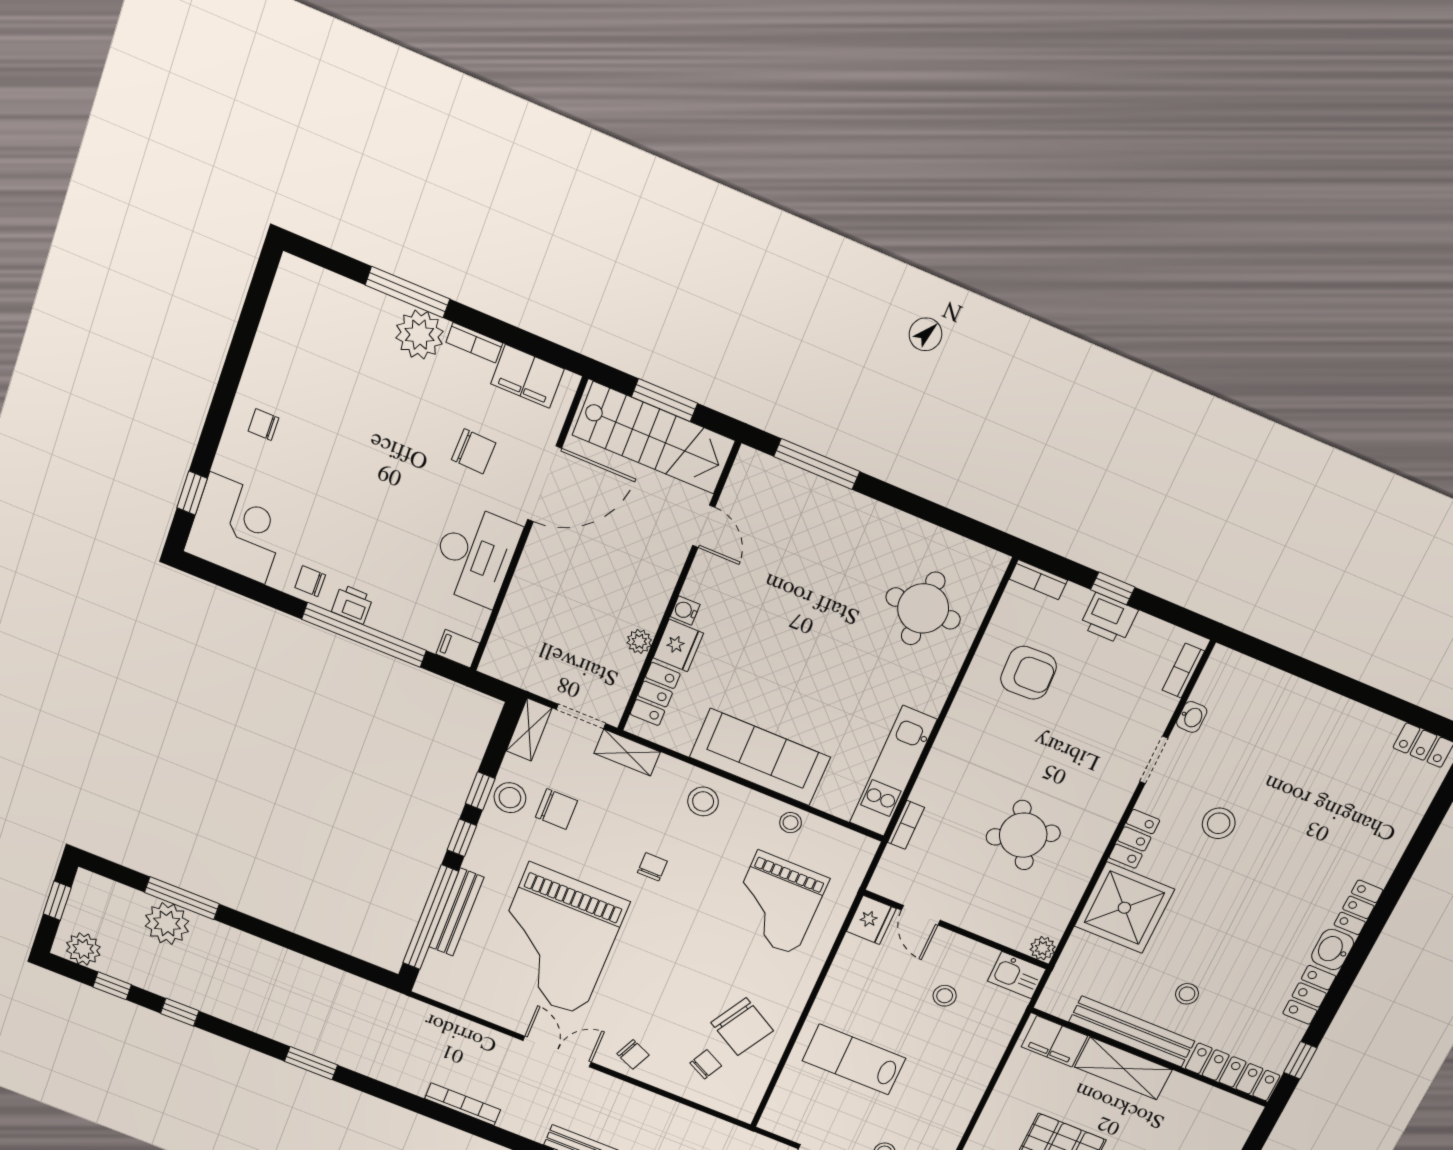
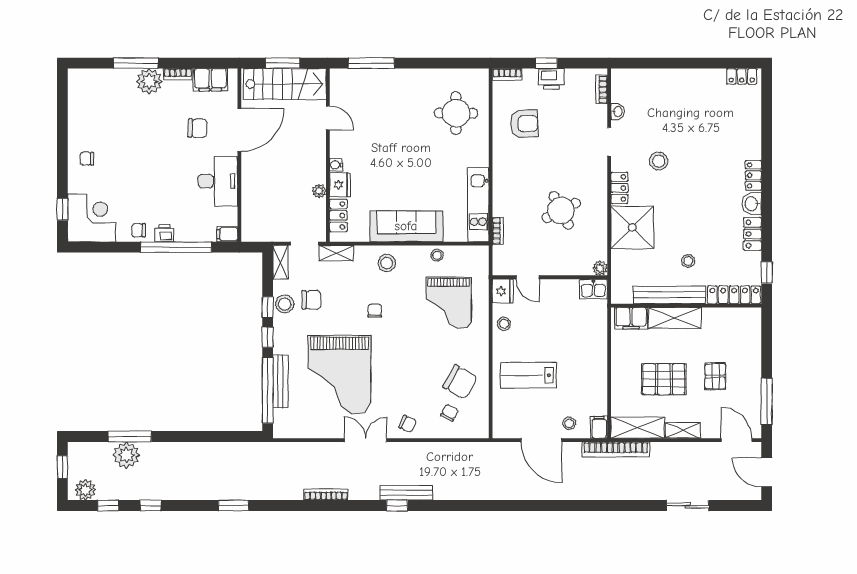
stool: (945, 996) -> (504, 324), moved

